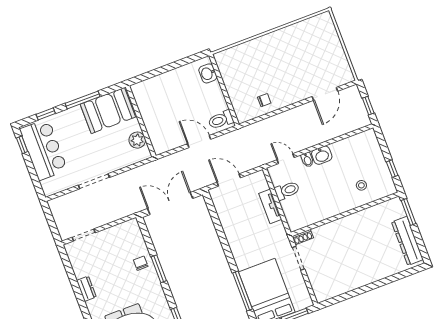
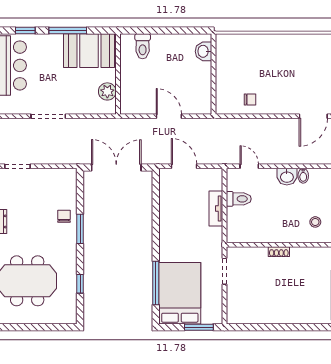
toilet: (221, 120) -> (143, 46), moved, turned -90
bidet: (307, 160) -> (303, 176), moved
shoe rack: (303, 237) -> (279, 252), moved

